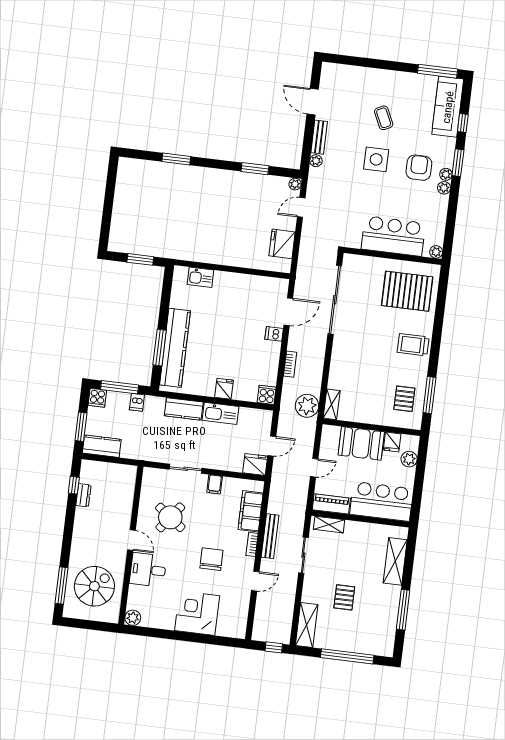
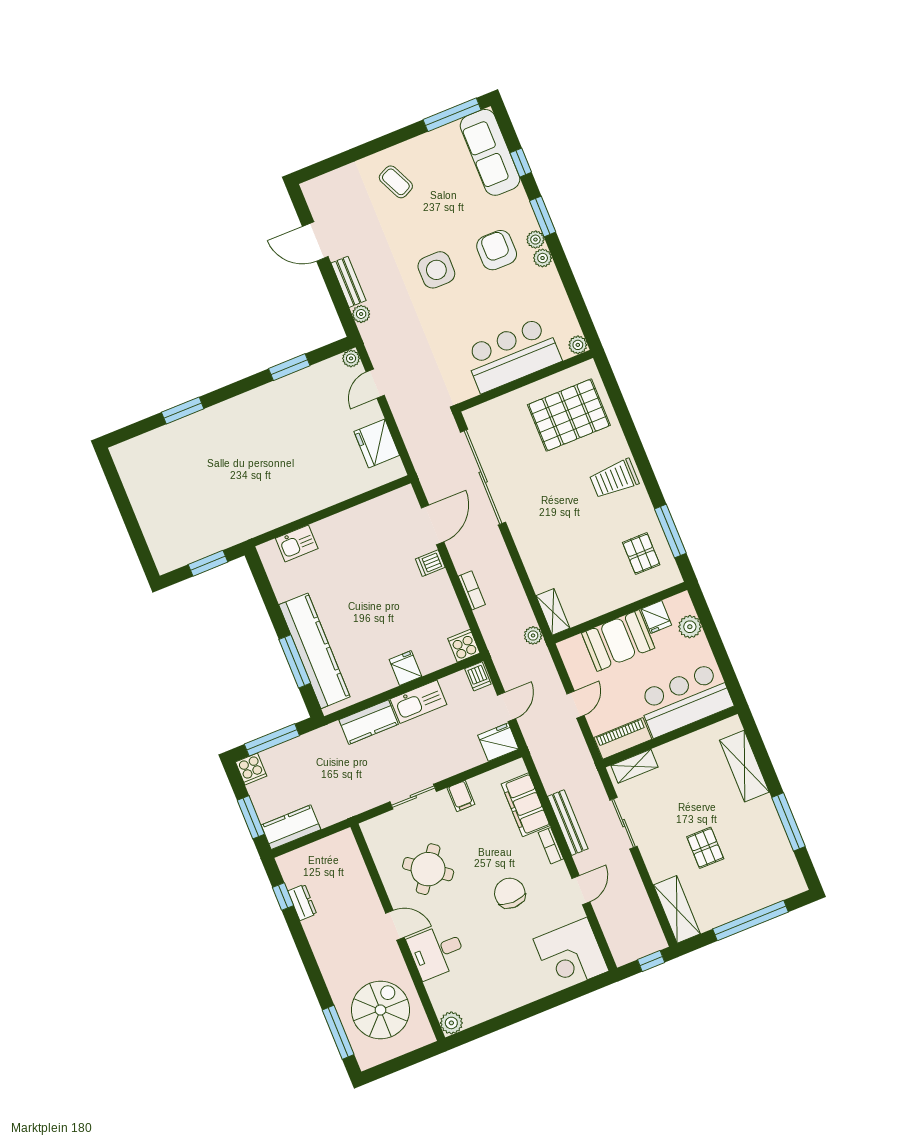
coffee table: (384, 118) -> (396, 182), moved
dishwasher: (137, 402) -> (478, 676), moved
plant: (307, 406) -> (533, 635), width x0.53, depth x0.53
corner desk: (197, 613) -> (571, 955), moved, turned -90

